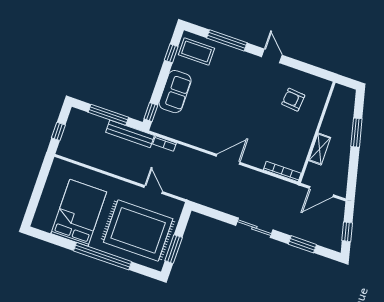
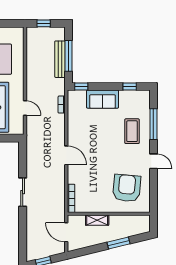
coffee table: (196, 52) -> (132, 131), moved
door: (272, 56) -> (153, 161), hinge flipped
armchair: (293, 100) -> (127, 188), width x1.88, depth x1.88
bench: (130, 134) -> (60, 59), moved
door: (153, 190) -> (25, 108), hinge flipped
window: (302, 244) -> (23, 232), removed

